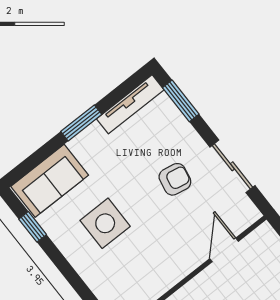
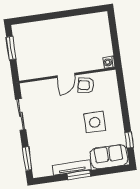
tv unit: (130, 104) -> (72, 167), moved
armchair: (175, 179) -> (86, 85), moved
door: (224, 250) -> (66, 75), moved

